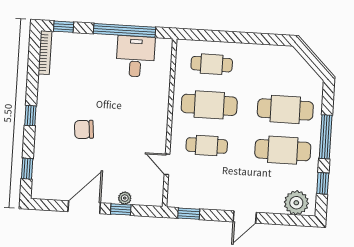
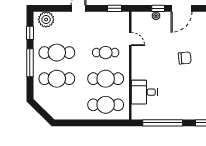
desk: (136, 56) -> (144, 92), moved, turned 90
cafe table: (212, 64) -> (106, 105), width x1.37, depth x1.35

